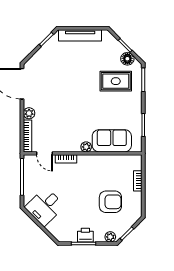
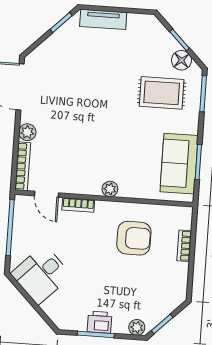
tv unit: (80, 35) -> (103, 19), width x0.71
sofa: (112, 141) -> (179, 164), moved, turned -90
armchair: (110, 202) -> (134, 238), moved

